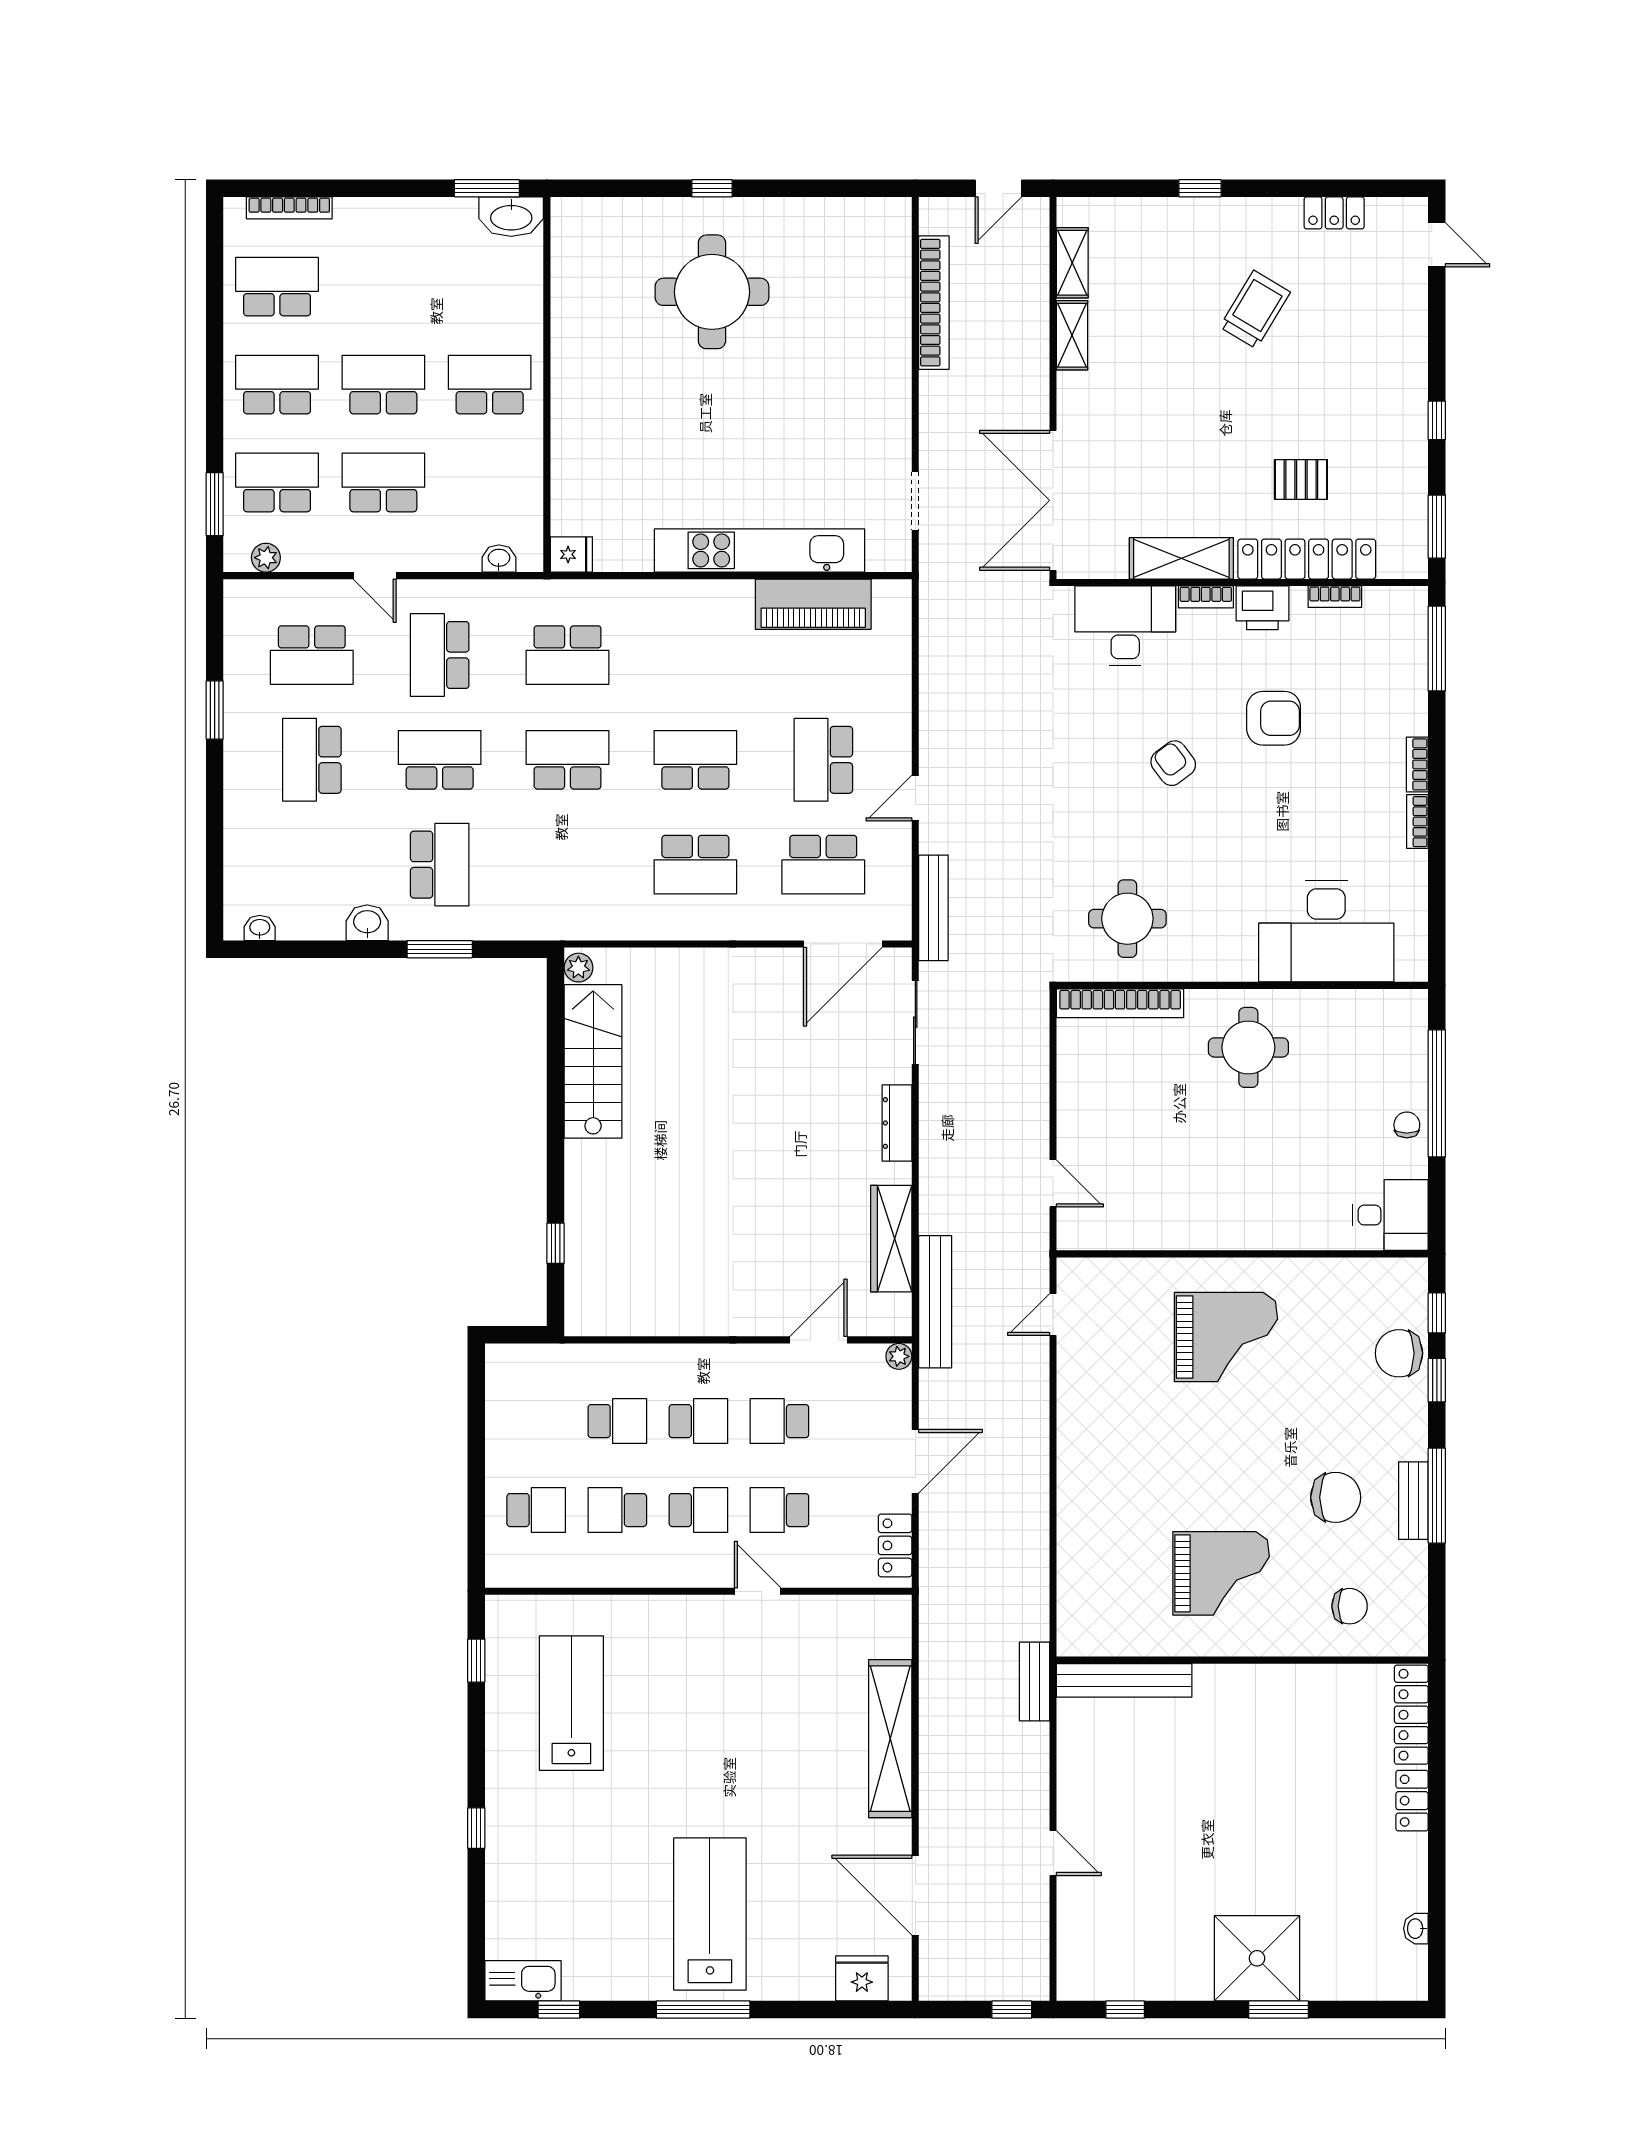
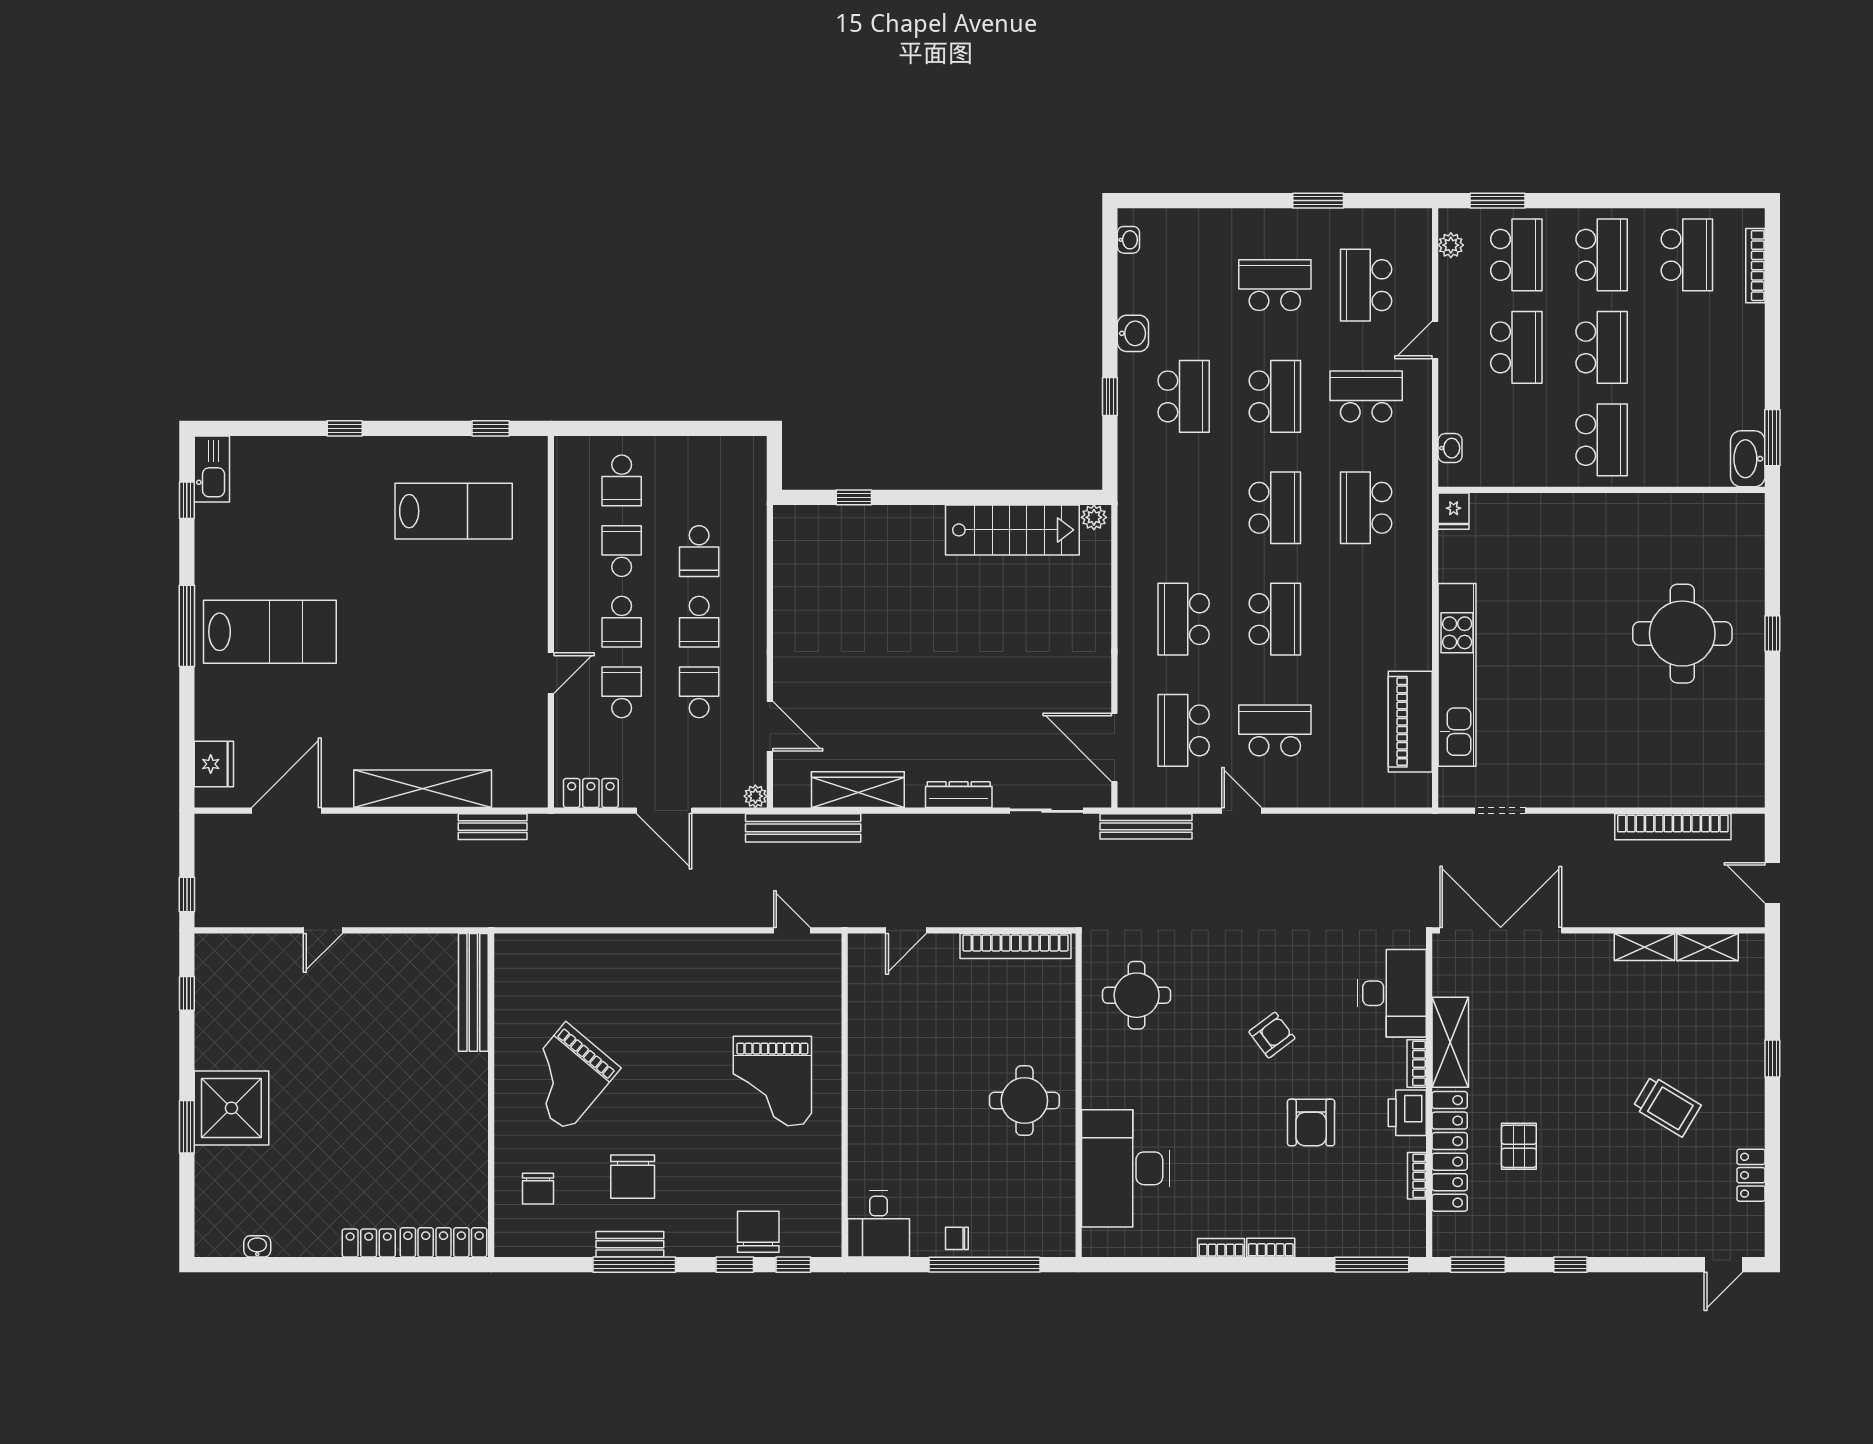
school desk: (440, 865) -> (1184, 396), turned -90
window: (440, 949) -> (1110, 396), width x0.67
bookcase: (1120, 1003) -> (1016, 946), moved, turned -90
chair: (1407, 1125) -> (957, 1238), turned 180
grand piano: (1221, 1573) -> (567, 1077), turned 40
bench: (1035, 1682) -> (493, 827), moved

